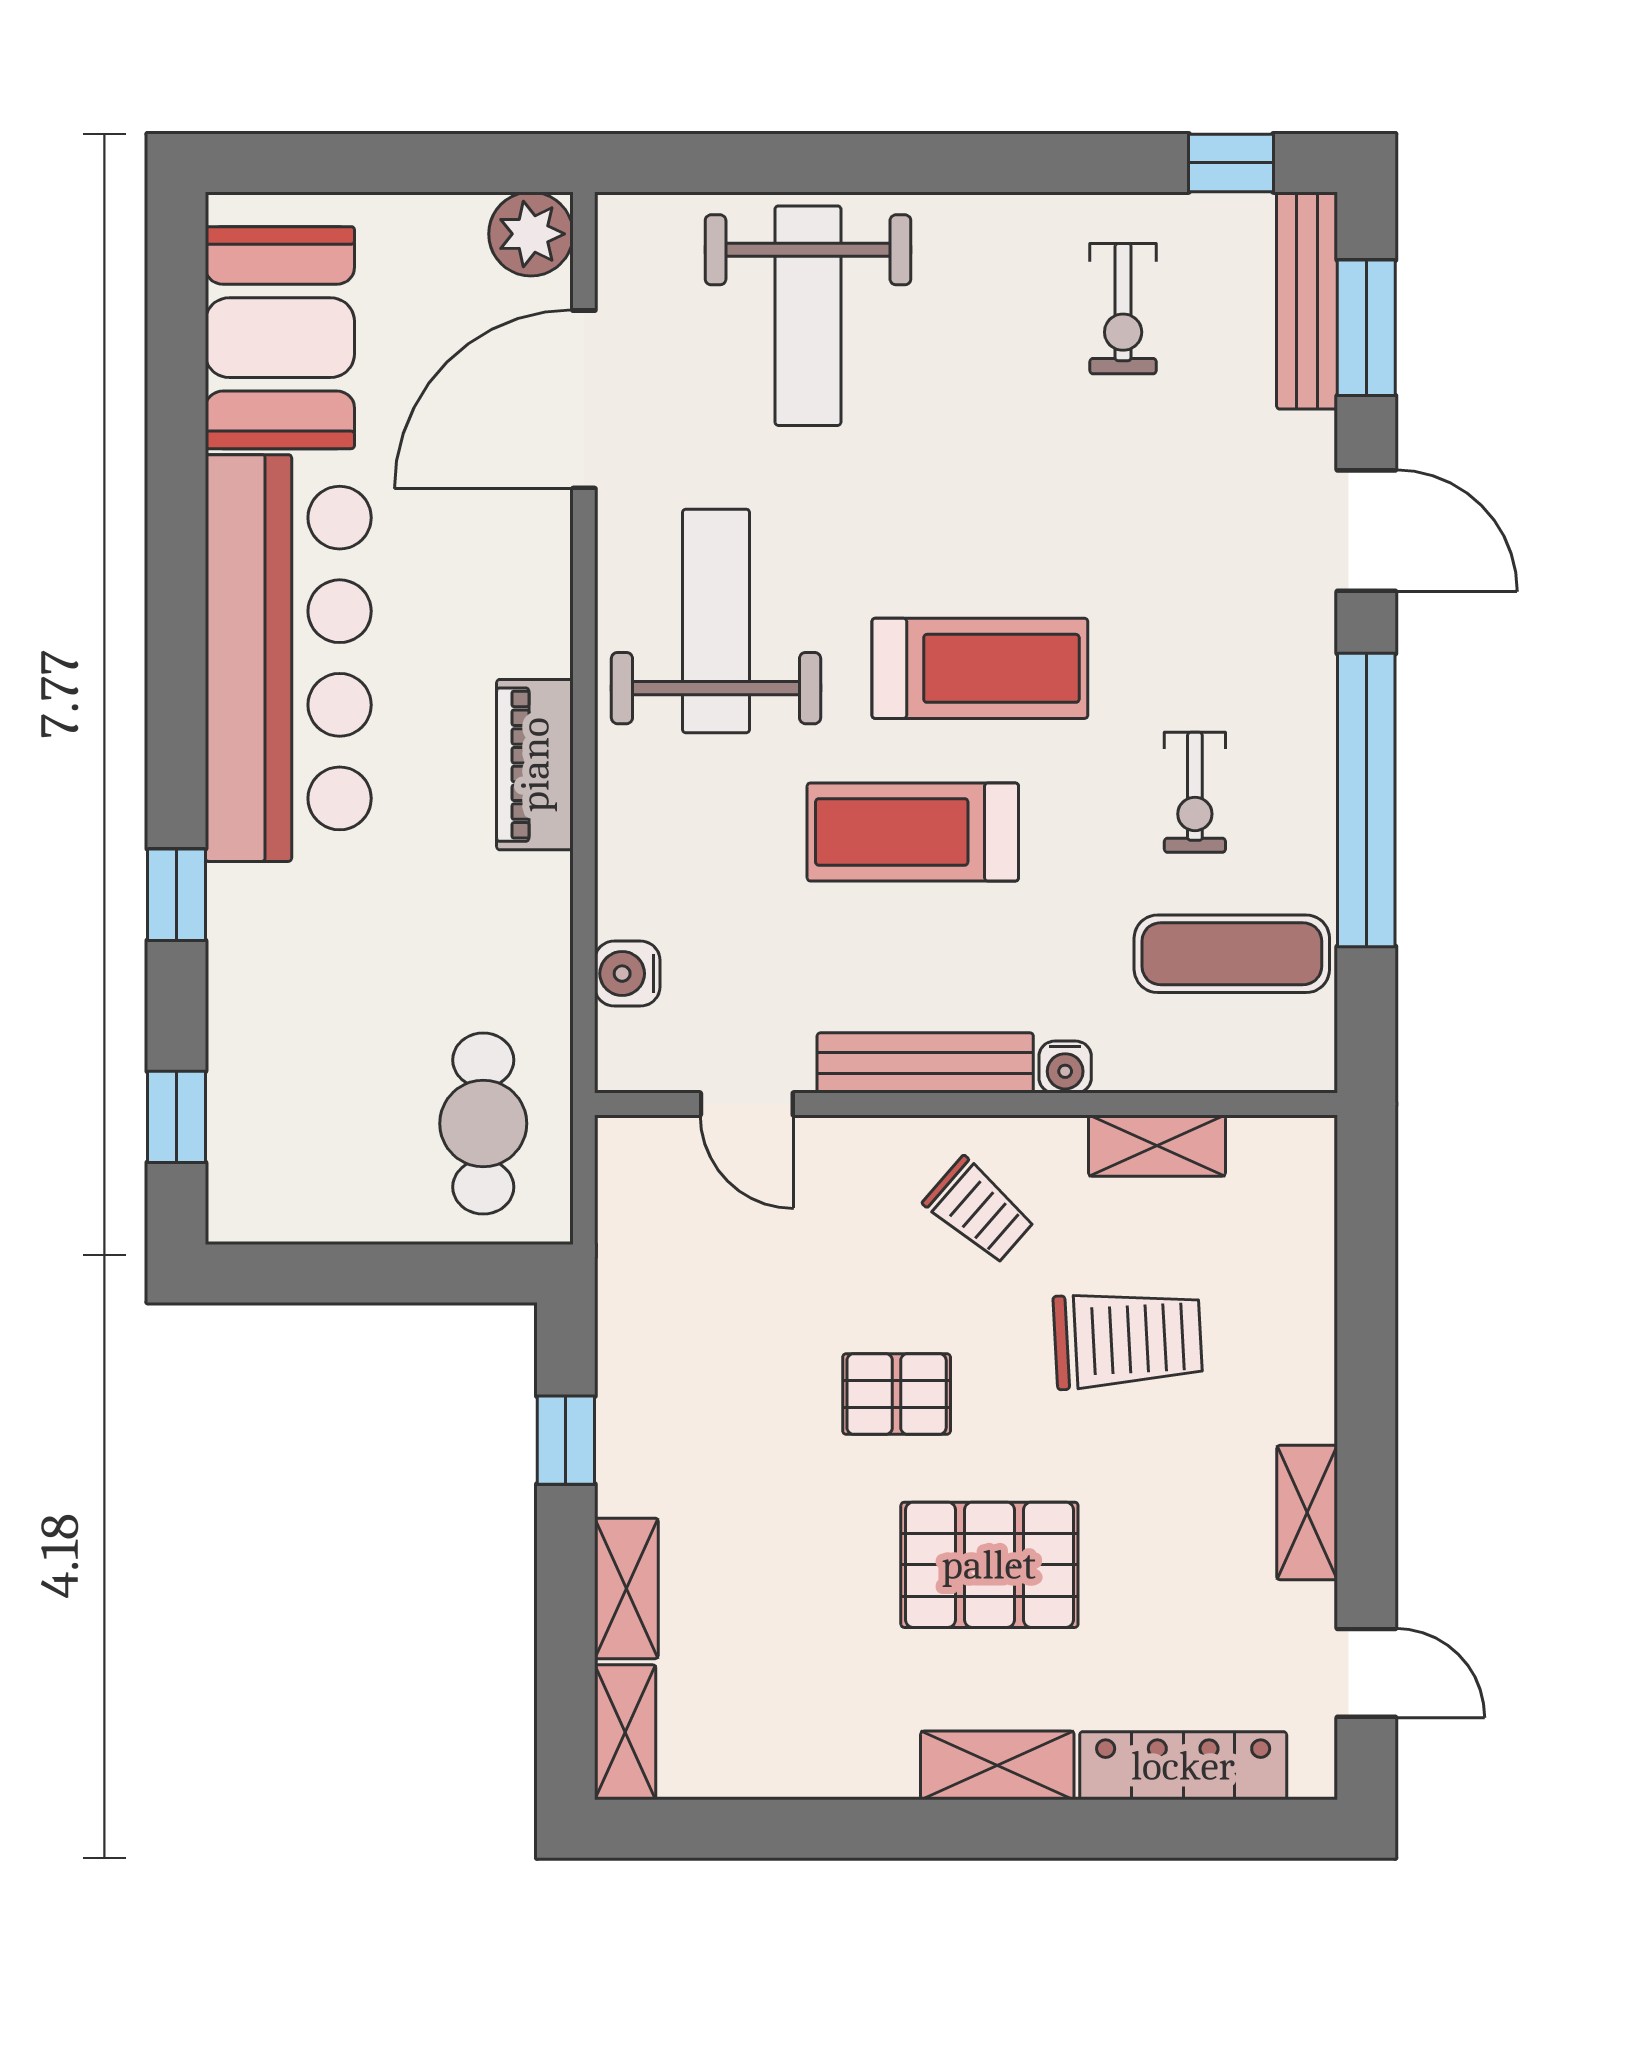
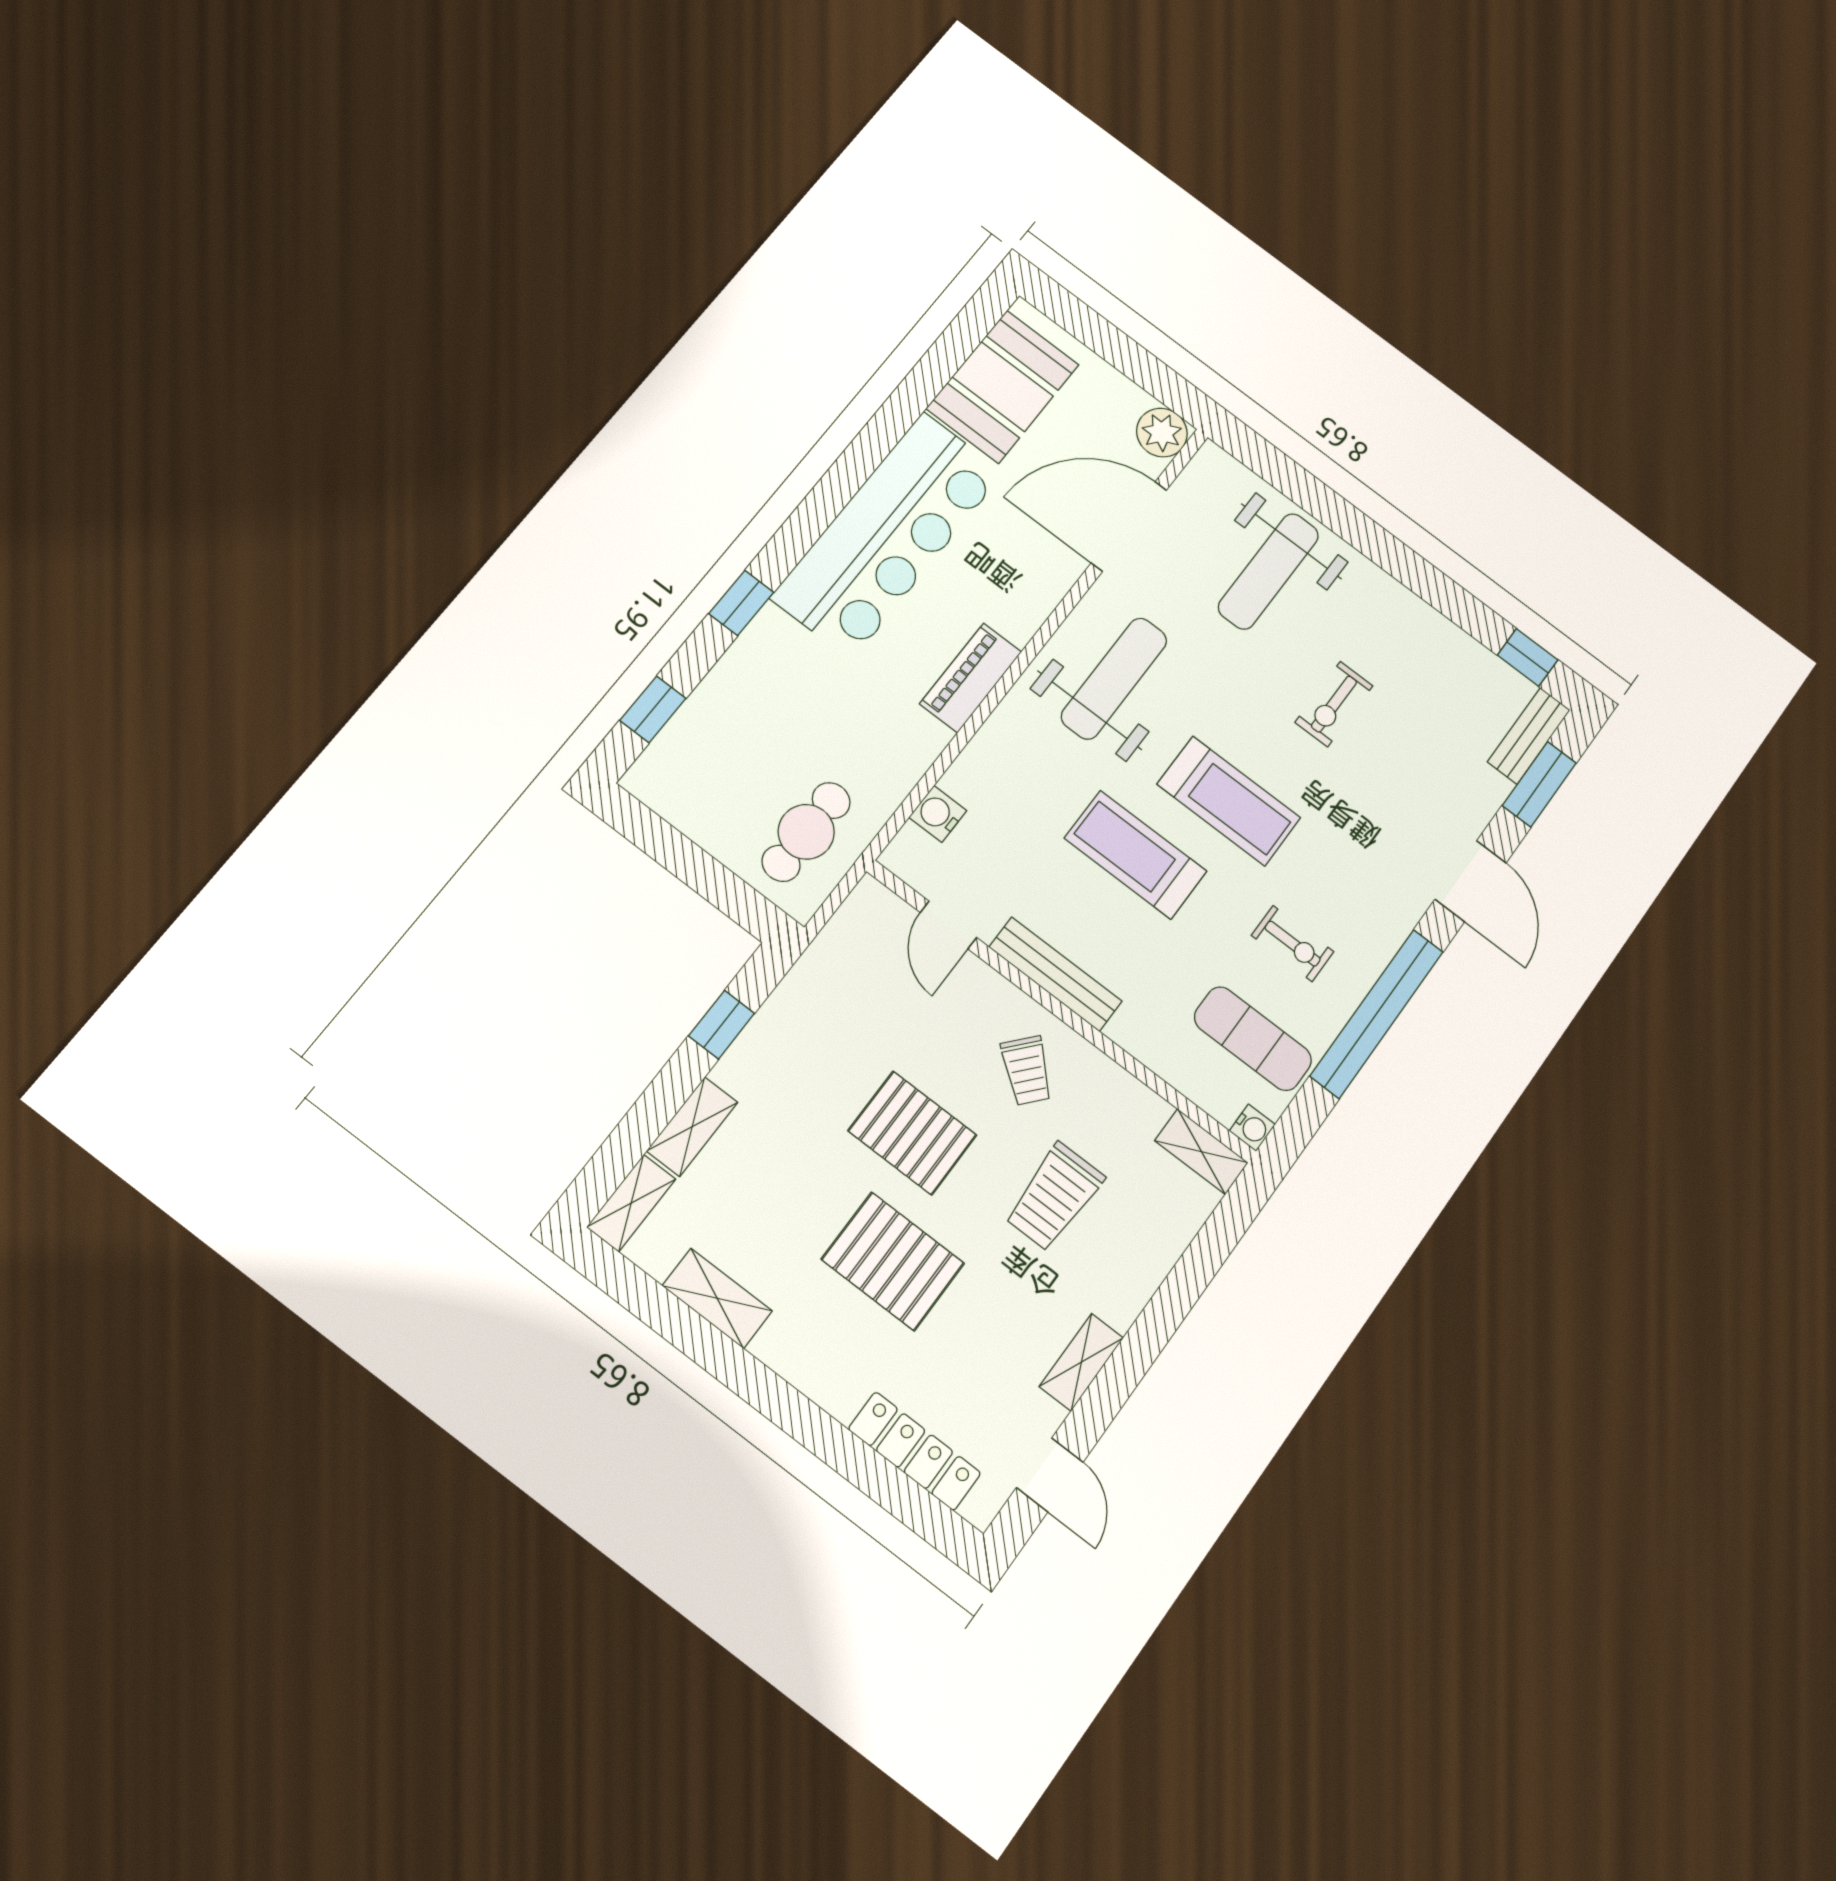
bench: (1307, 300) -> (1529, 736), width x0.73
exercise bike: (1123, 309) -> (1334, 704), moved
exercise bike: (1195, 792) -> (1293, 944), turned -90
water cooler: (1065, 1067) -> (1252, 1128), moved, turned -90
shelving: (1157, 1146) -> (1201, 1152), moved
trolley: (1128, 1339) -> (1054, 1197), turned 93
pallet: (897, 1394) -> (912, 1133), width x1.50, depth x1.42
shelving: (997, 1765) -> (717, 1298), moved

